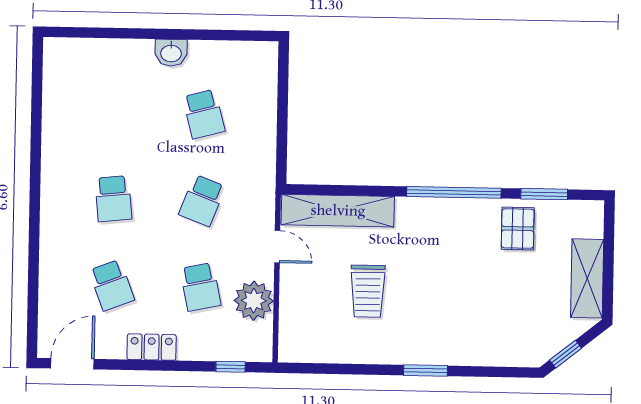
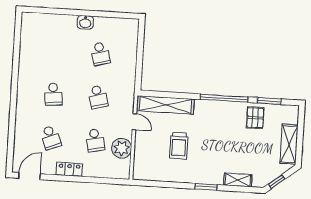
school desk: (202, 200) -> (98, 97), turned -36
shelving: (488, 354) -> (238, 180), added
window: (231, 367) -> (109, 181), removed

